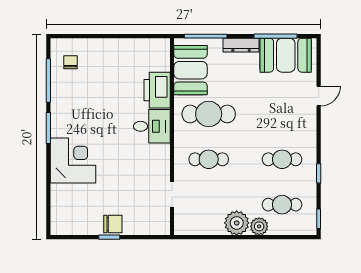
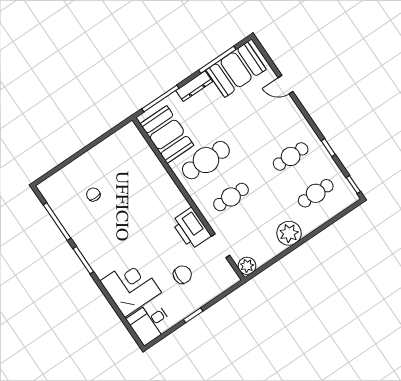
chair: (70, 62) -> (93, 194), moved
printer: (157, 90) -> (191, 229), moved
door: (319, 96) -> (285, 85), swing flipped
desk: (152, 126) -> (150, 322), moved, turned 180
corner desk: (73, 161) -> (131, 287), moved
chair: (113, 224) -> (182, 275), moved
plant: (259, 226) -> (247, 266), moved

